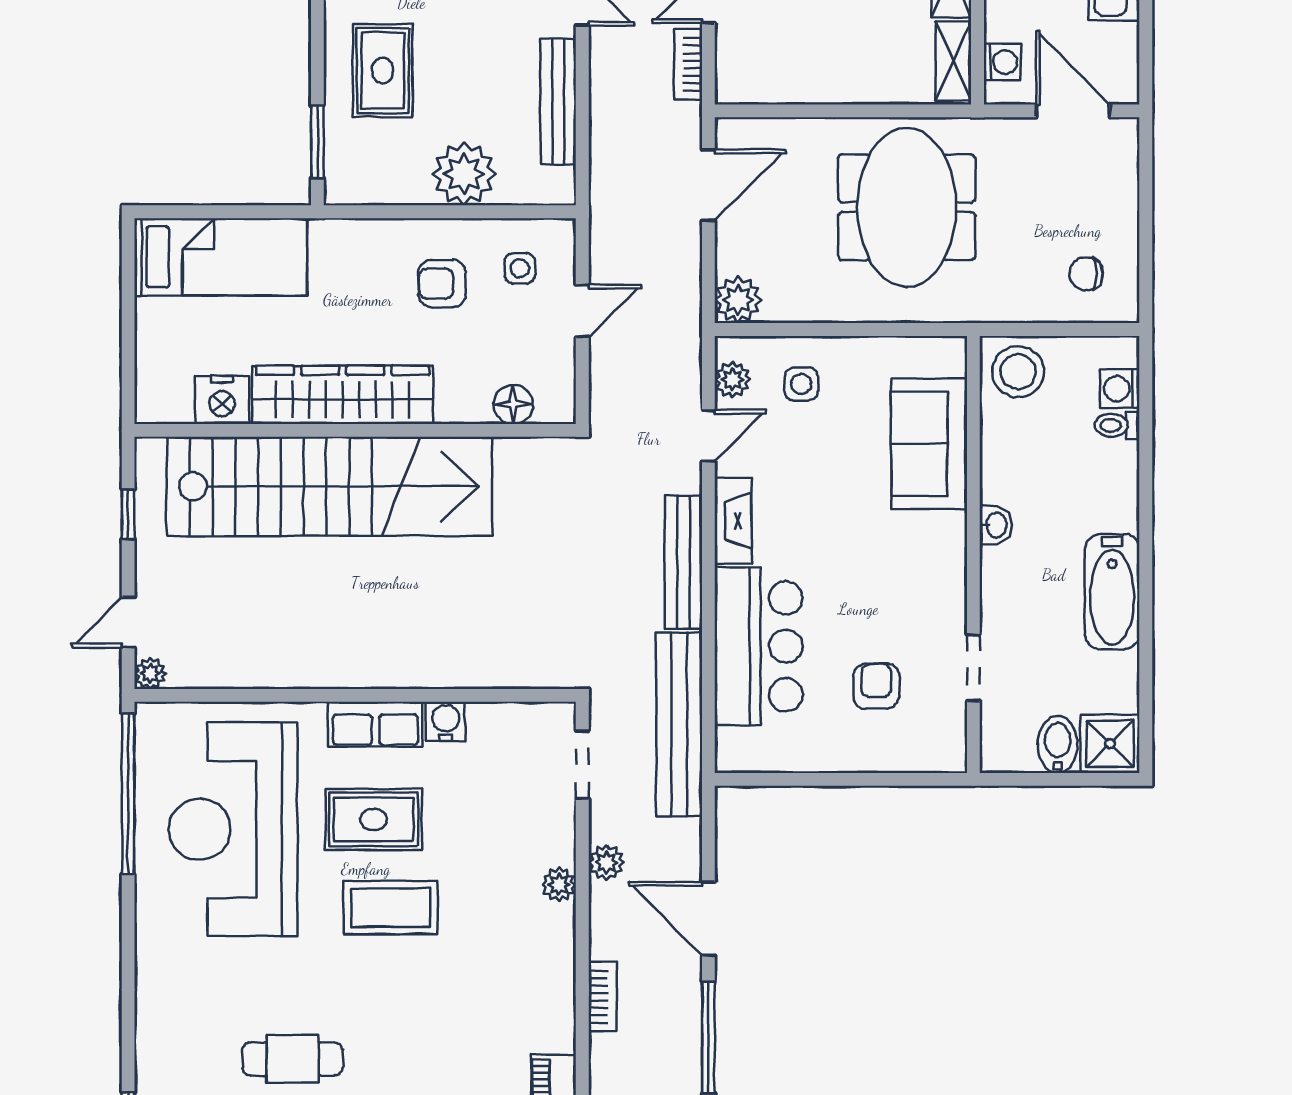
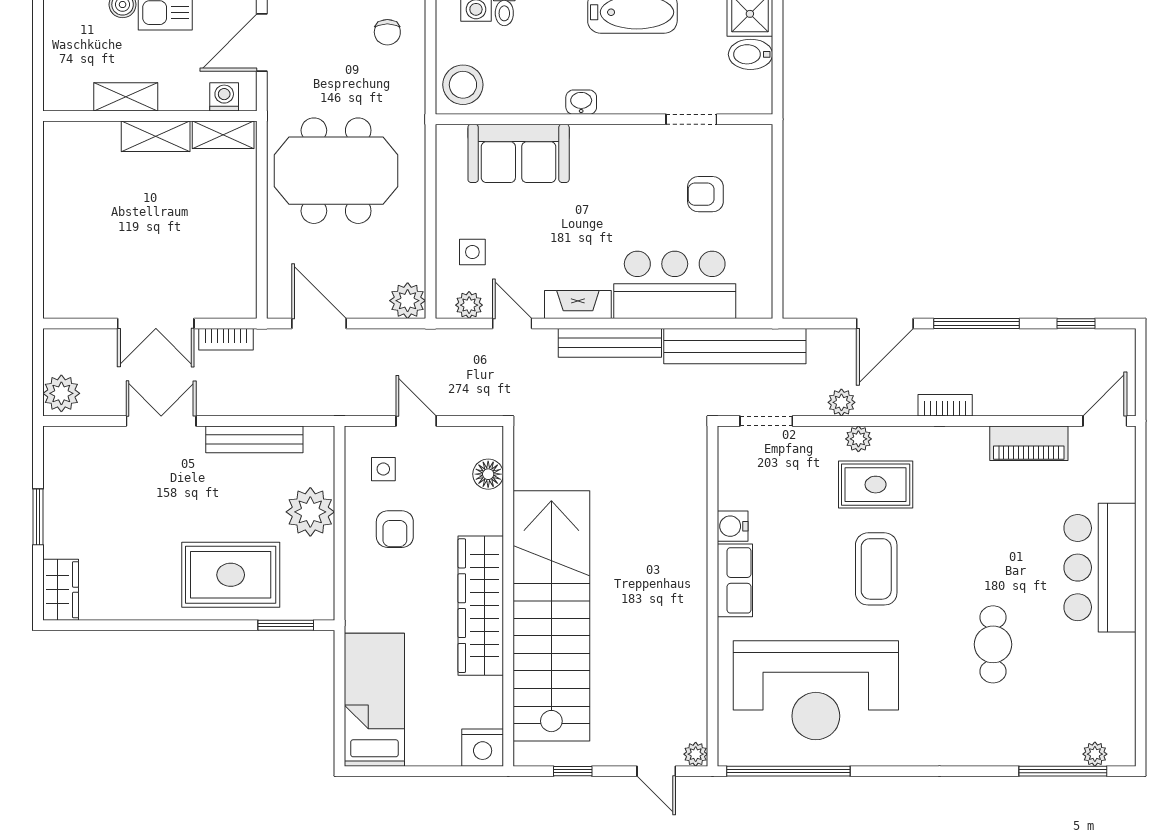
rug: (383, 71) -> (231, 575), width x1.36, depth x1.43
nightstand: (222, 400) -> (483, 748), moved, turned 90
rug: (374, 819) -> (876, 485), moved, turned 90

